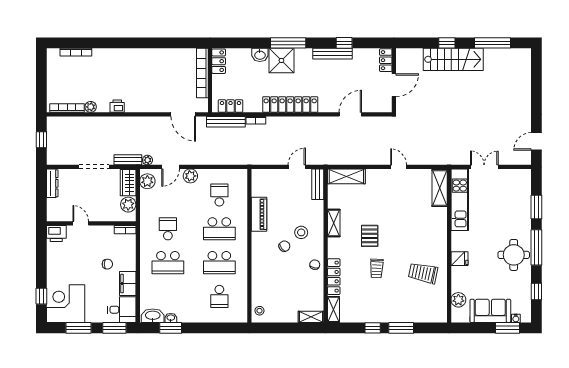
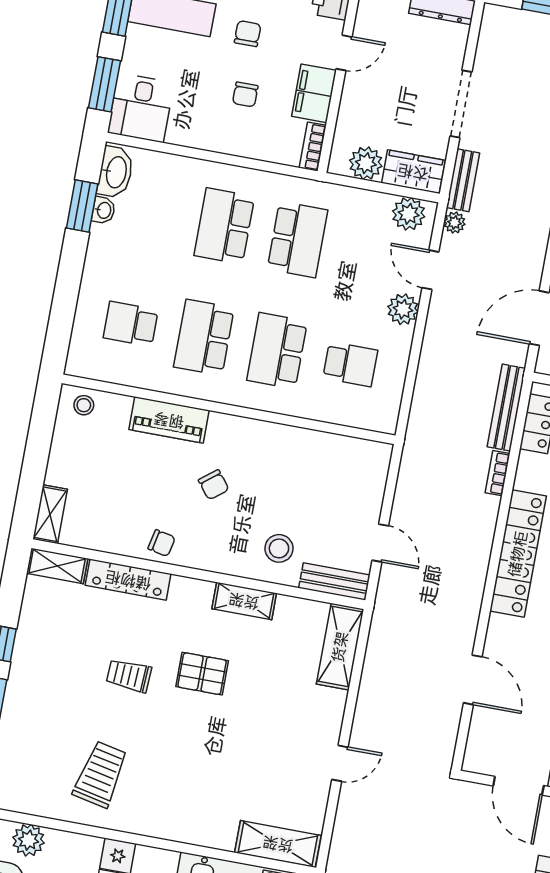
piano: (259, 214) -> (169, 420), moved
school desk: (168, 229) -> (297, 239), width x1.85
stool: (301, 232) -> (279, 548), moved
chair: (80, 268) -> (248, 34), added
filing cabinet: (128, 284) -> (314, 93), moved, turned -90

